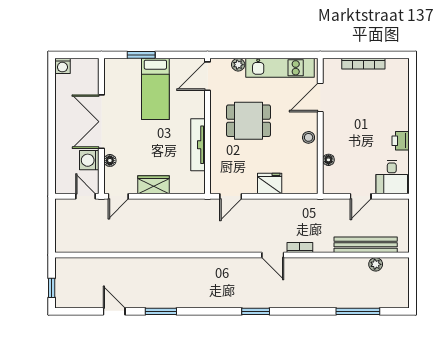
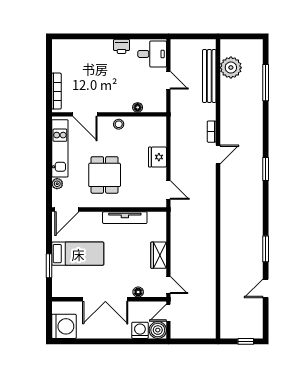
bookcase: (363, 64) -> (56, 91), moved
washing machine: (62, 66) -> (64, 326), width x1.89, depth x1.89
door: (208, 76) -> (67, 210), hinge flipped
washing machine: (89, 160) -> (140, 330), moved, turned 180
boiler: (65, 184) -> (158, 330), added
plant: (376, 264) -> (231, 68), width x1.87, depth x1.87

